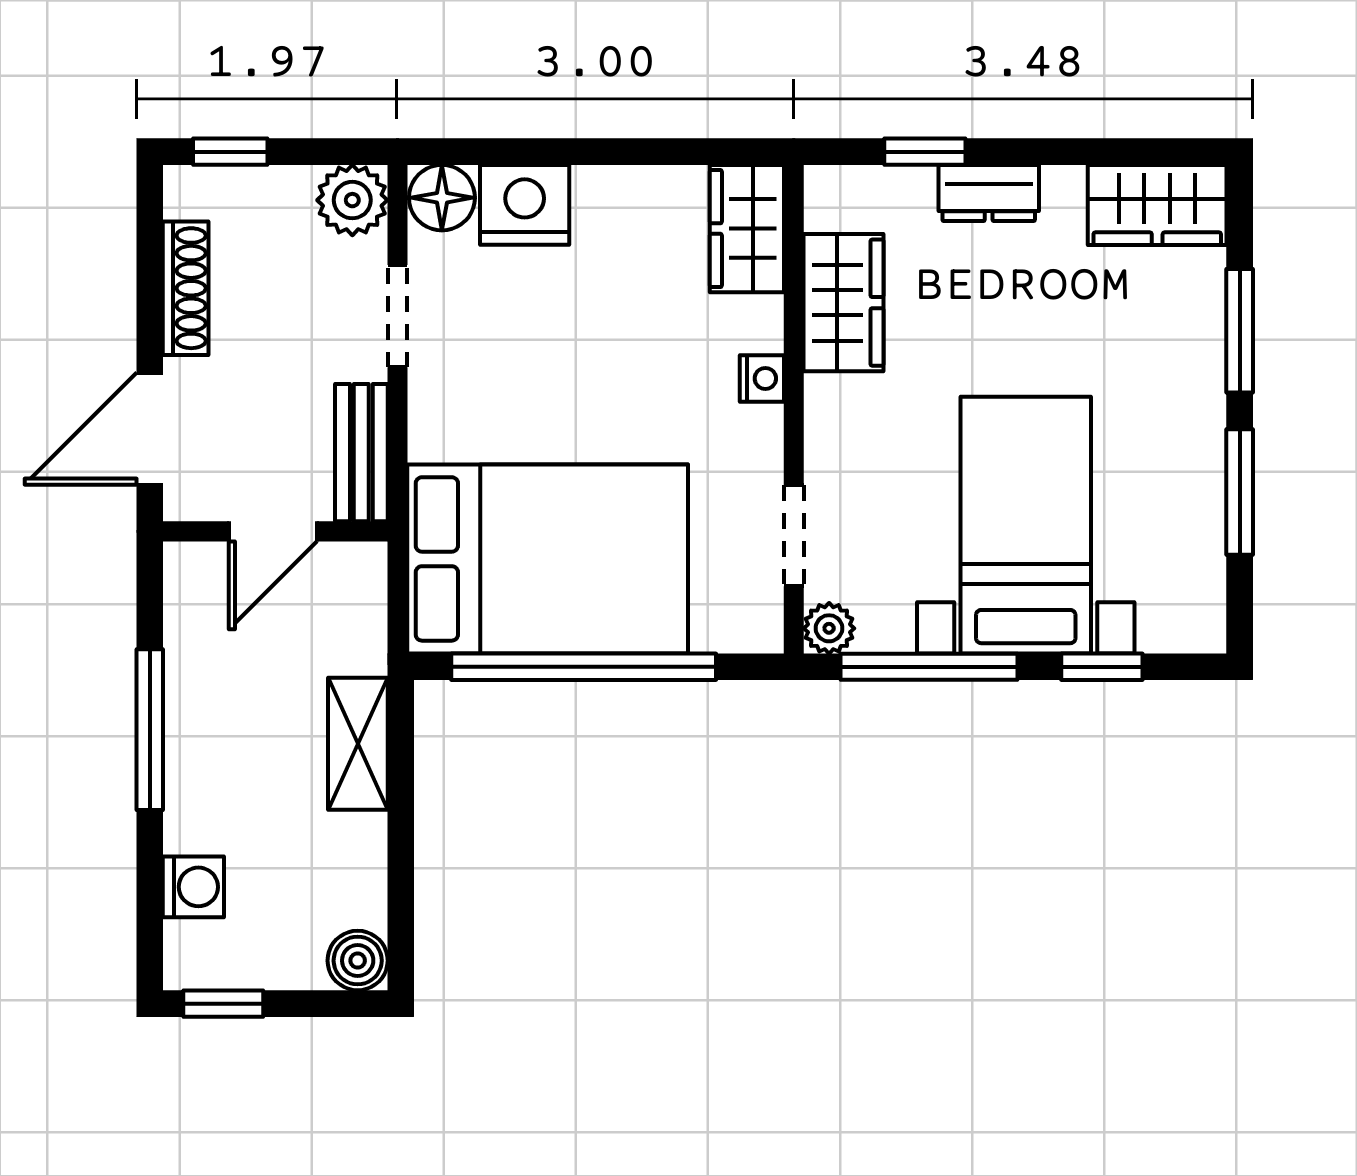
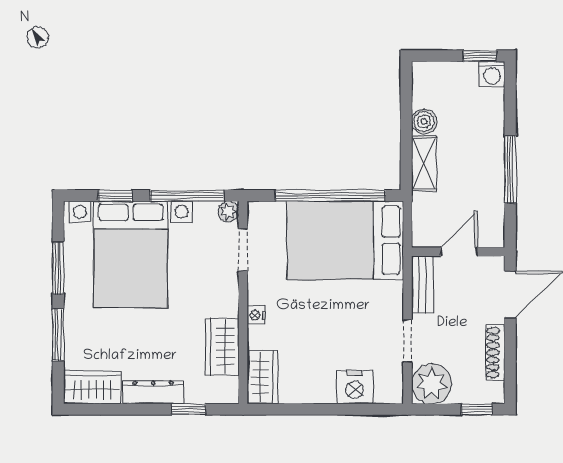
dresser: (989, 193) -> (153, 392), width x1.44
floor lamp: (442, 198) -> (389, 390), removed
plant: (352, 200) -> (432, 384), width x1.36, depth x1.36
bed with nightstands: (1026, 525) -> (131, 254), width x1.36
washing machine: (193, 887) -> (492, 74), moved, turned -90
boiler: (358, 961) -> (424, 122), moved

